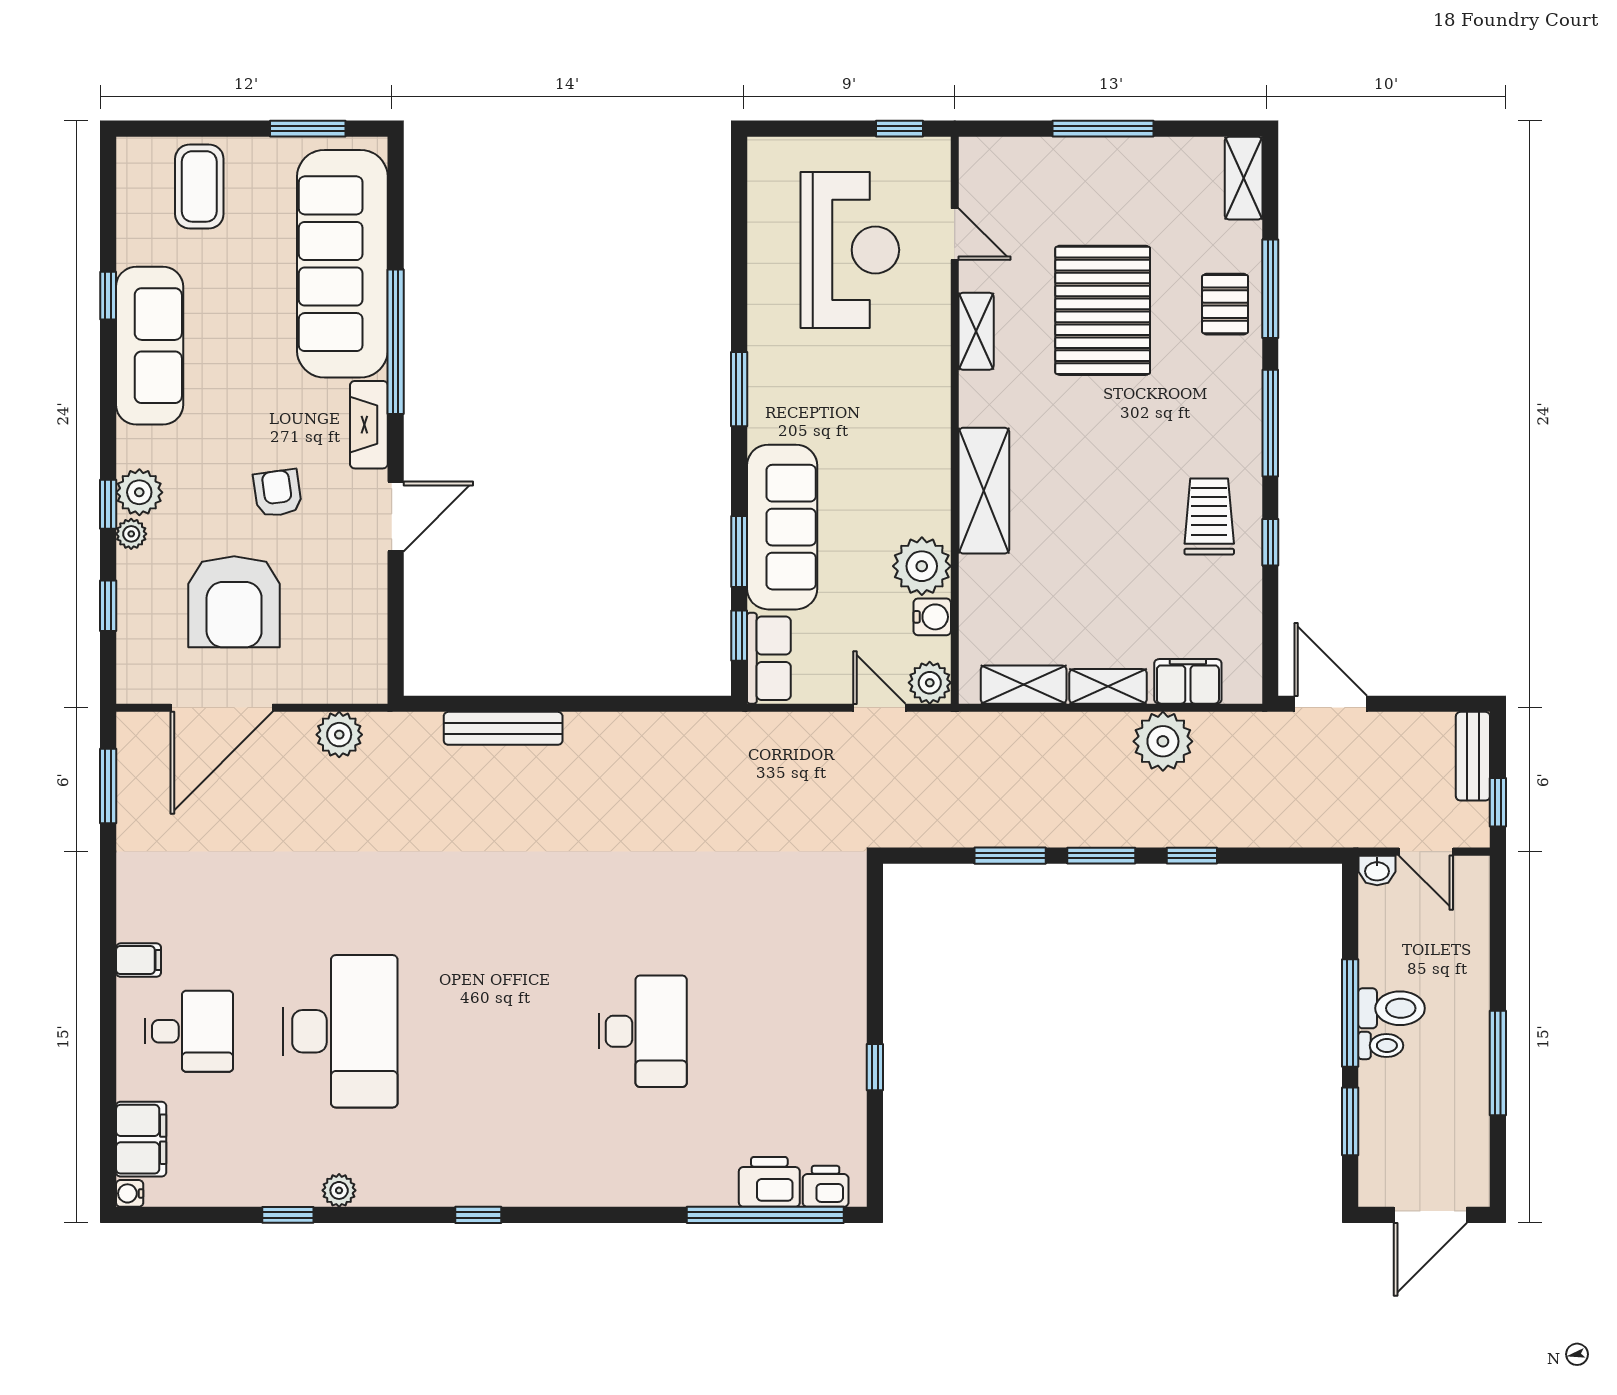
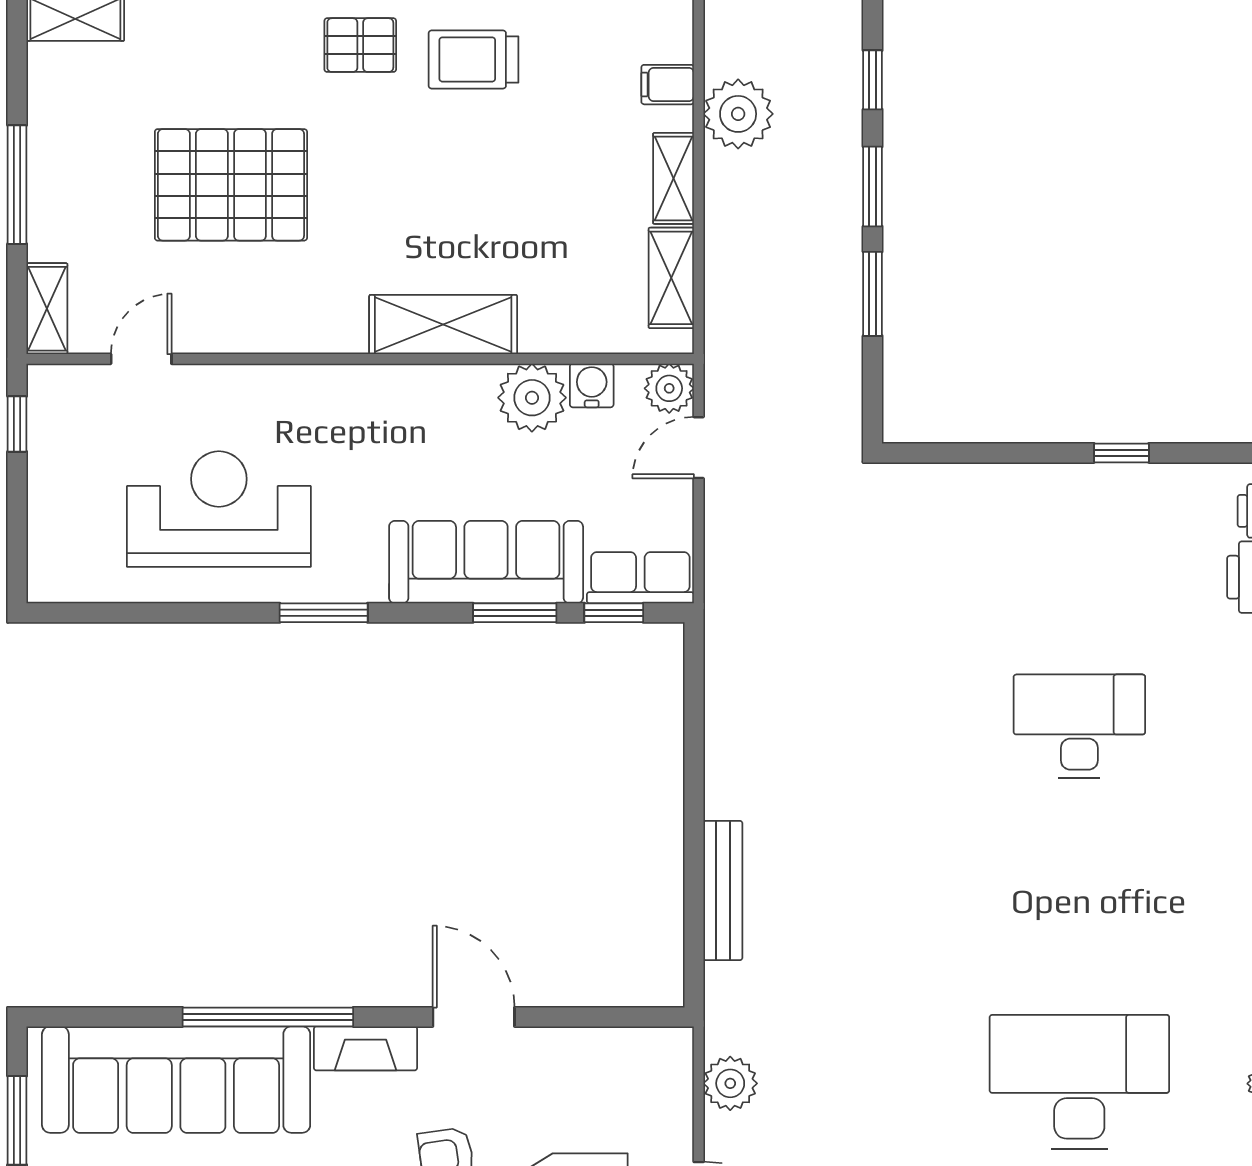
reception desk: (850, 250) -> (219, 509), moved
pallet: (1225, 304) -> (360, 45), moved
shelving: (976, 331) -> (47, 309), moved, turned 90
filing cabinet: (1188, 681) -> (668, 85), width x0.50

